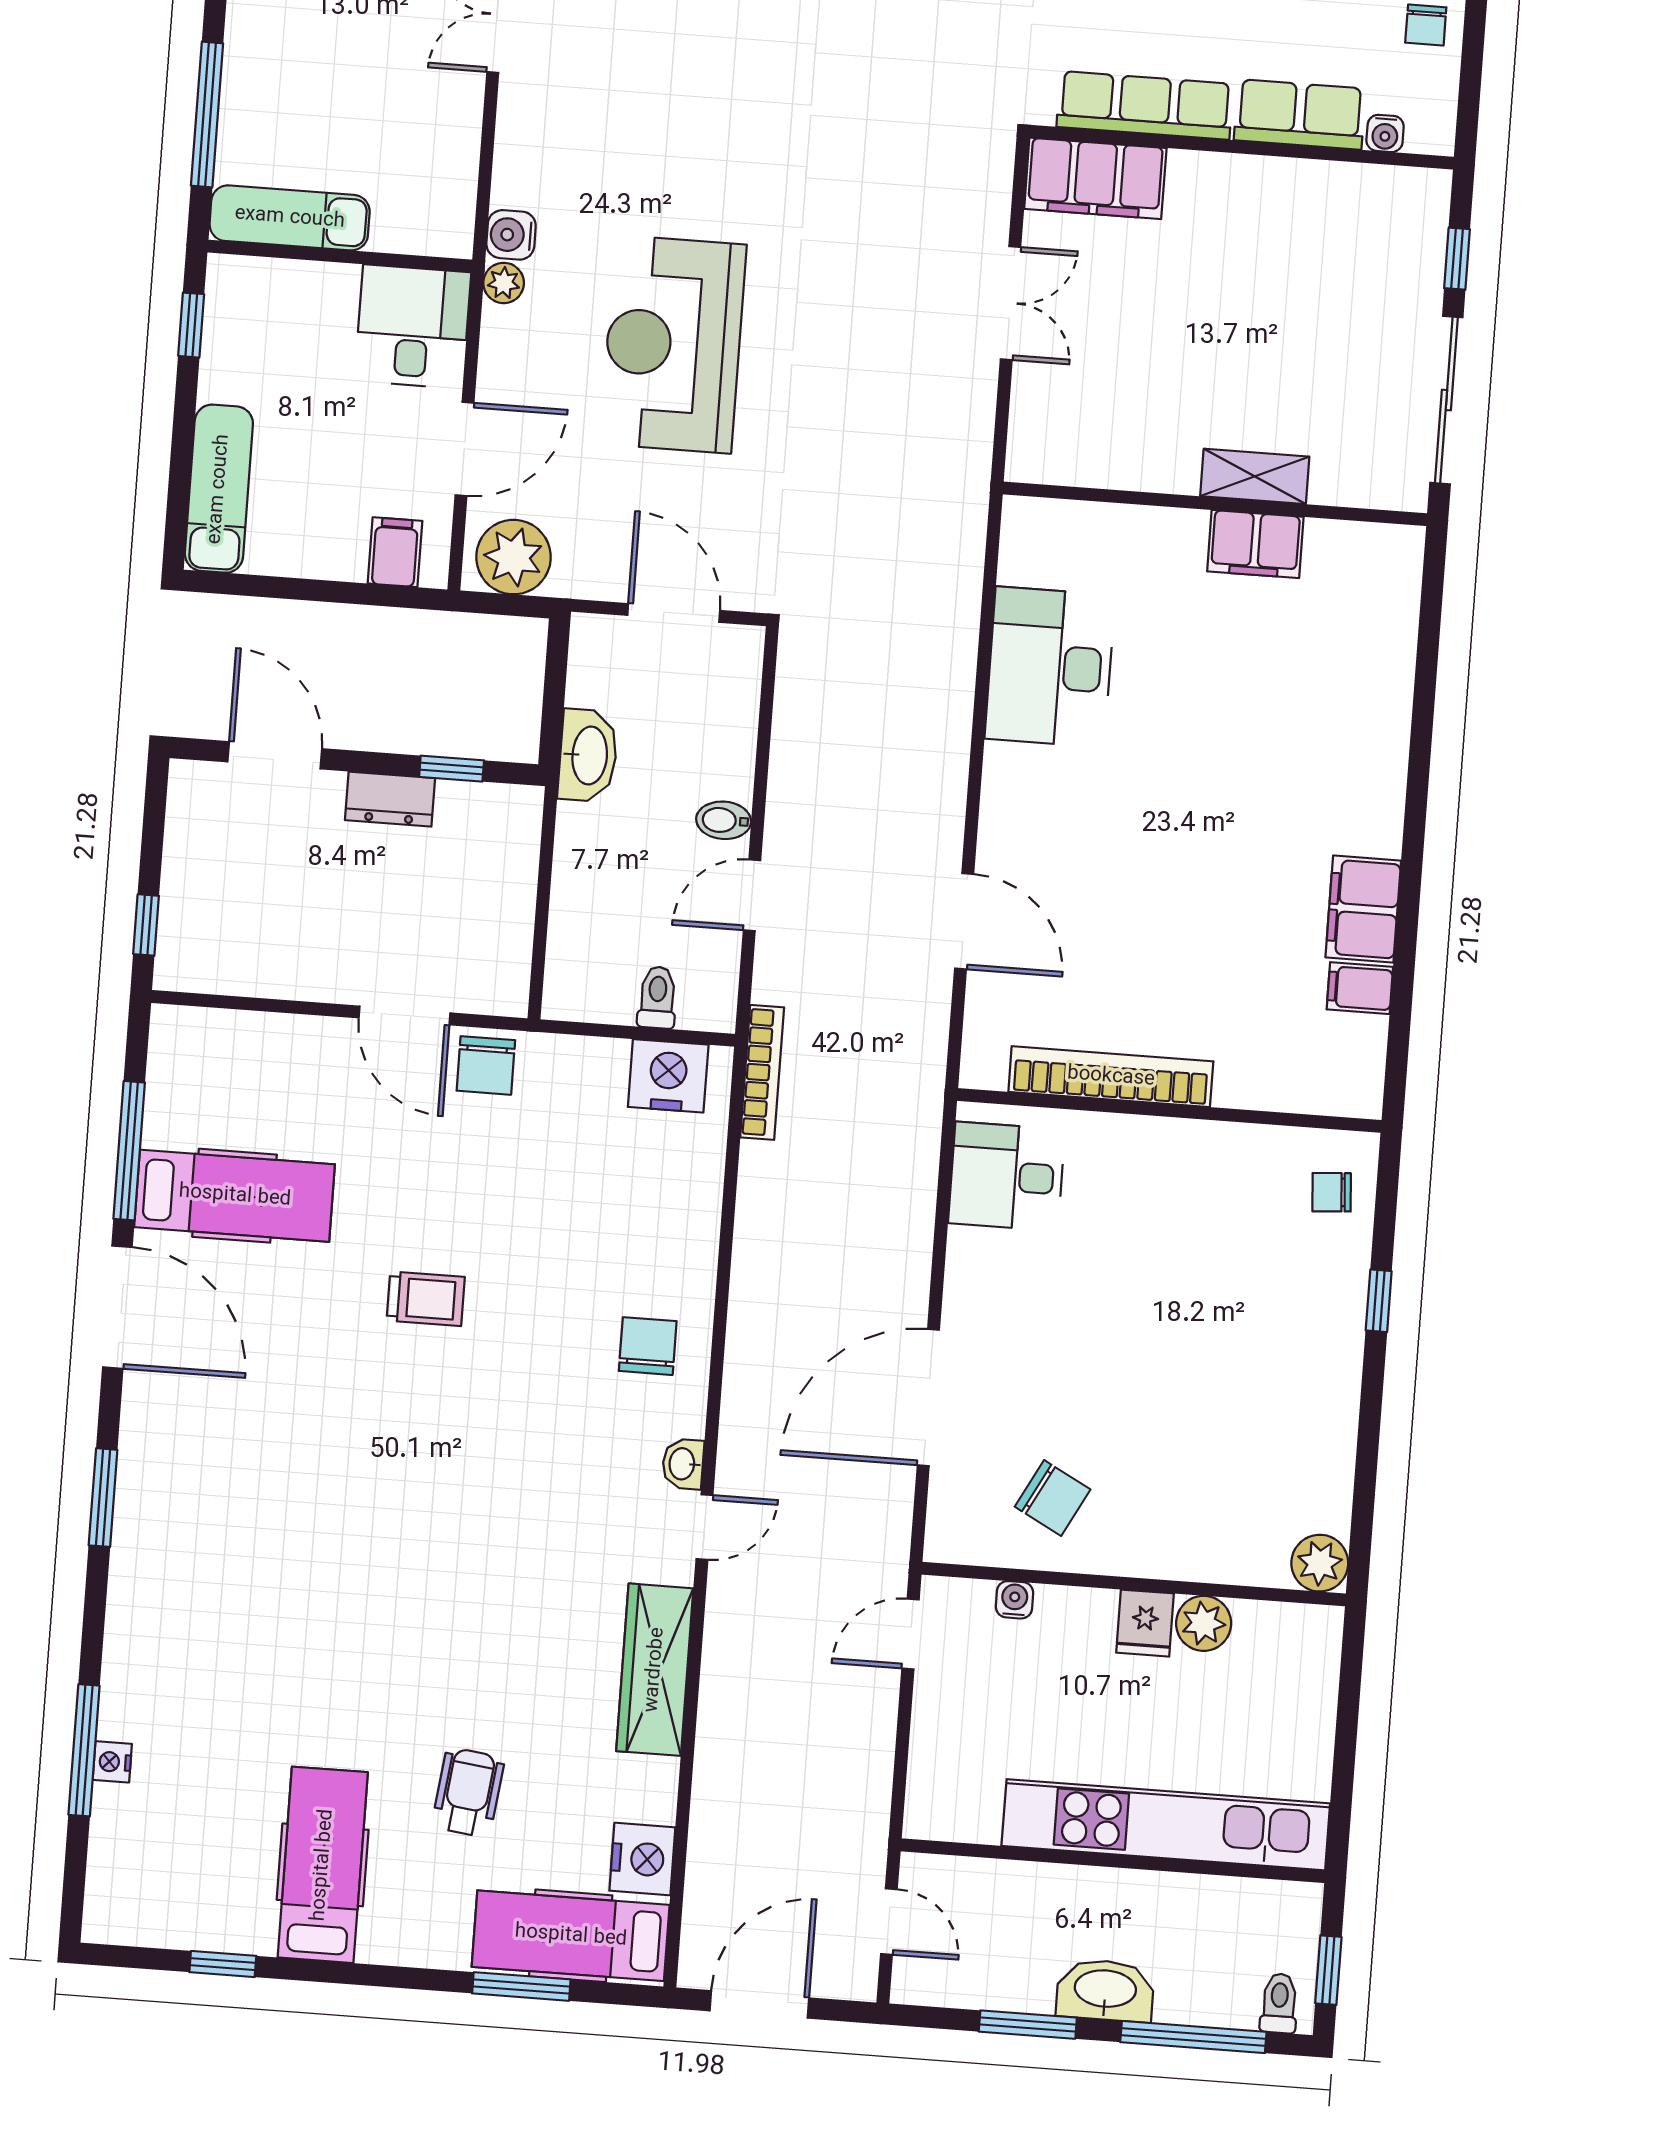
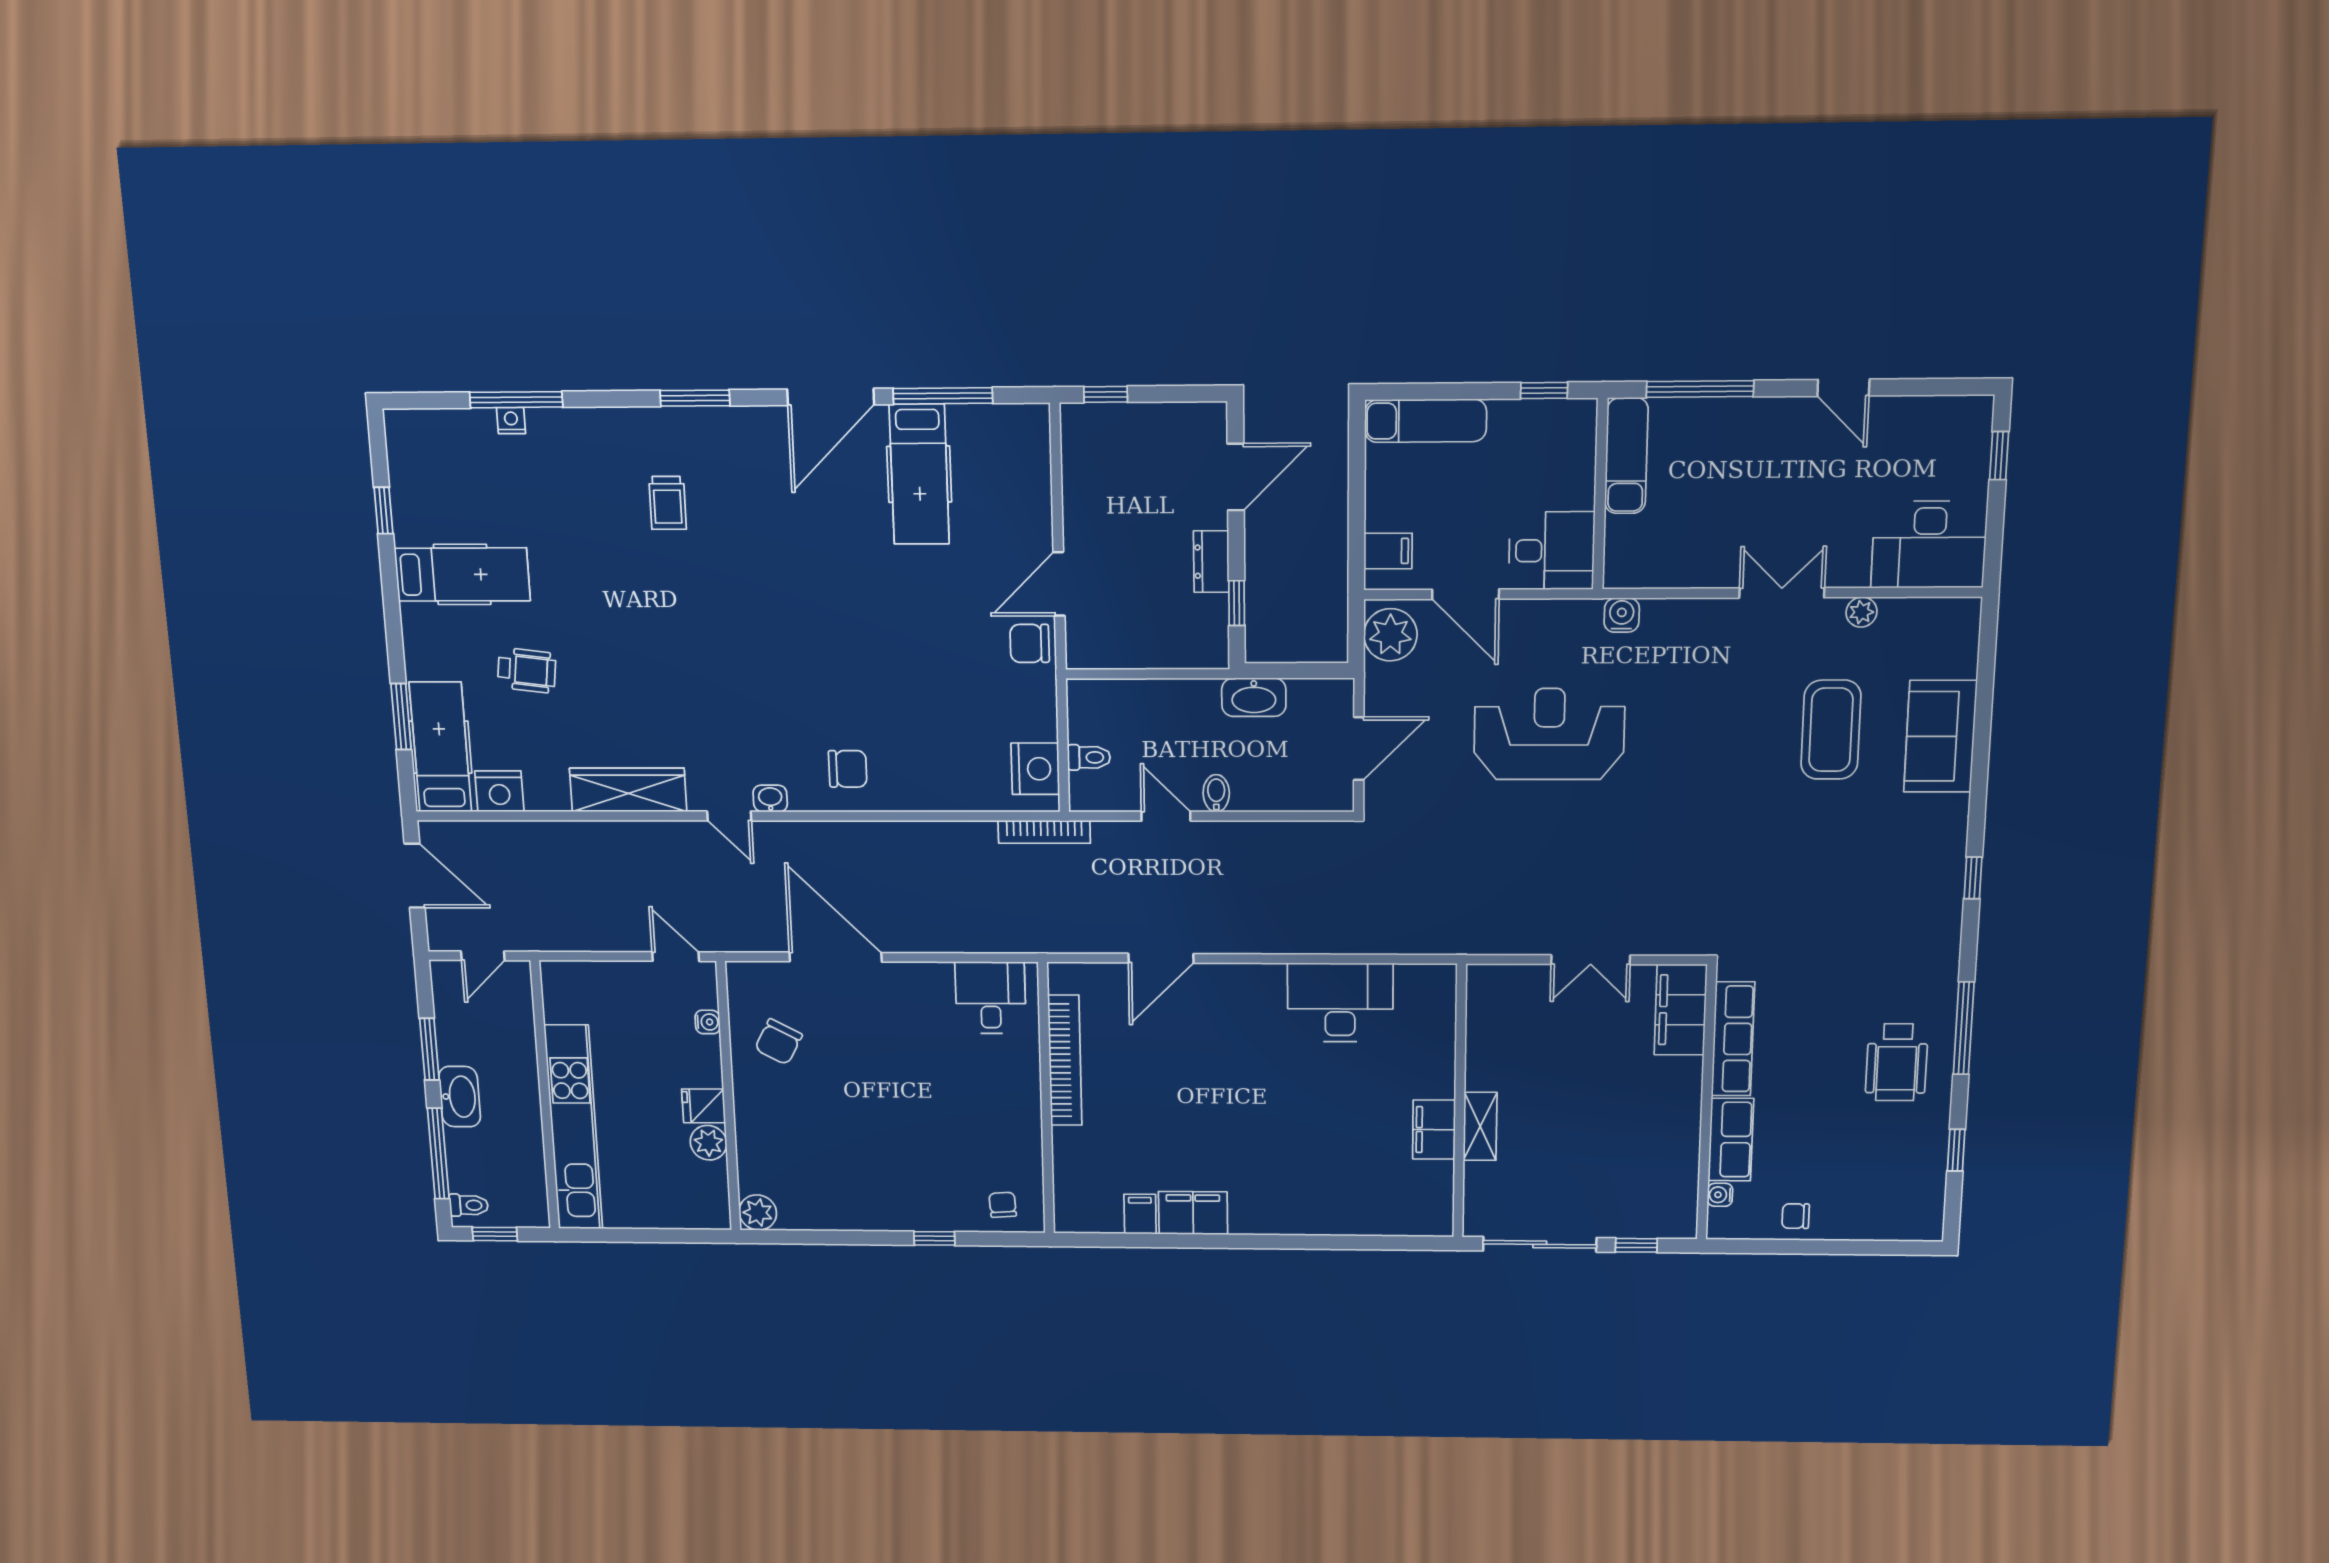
plant: (504, 283) -> (1587, 613), removed
trolley: (426, 1299) -> (668, 503), moved

